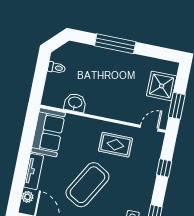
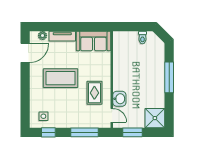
shower: (162, 86) -> (155, 118), moved
washbasin: (75, 103) -> (119, 99), moved
window: (164, 168) -> (84, 132), width x2.17
coffee table: (87, 185) -> (61, 78), turned -30

